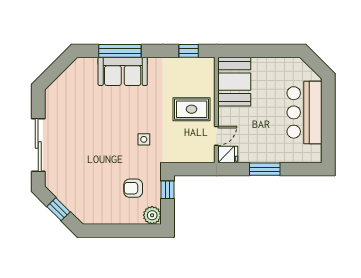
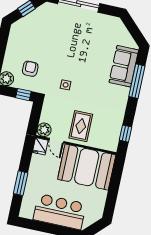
sofa: (123, 71) -> (124, 66), moved
booth: (234, 82) -> (87, 167), width x1.36, depth x1.42
plant: (206, 154) -> (44, 130), added
window: (265, 169) -> (21, 183), moved

